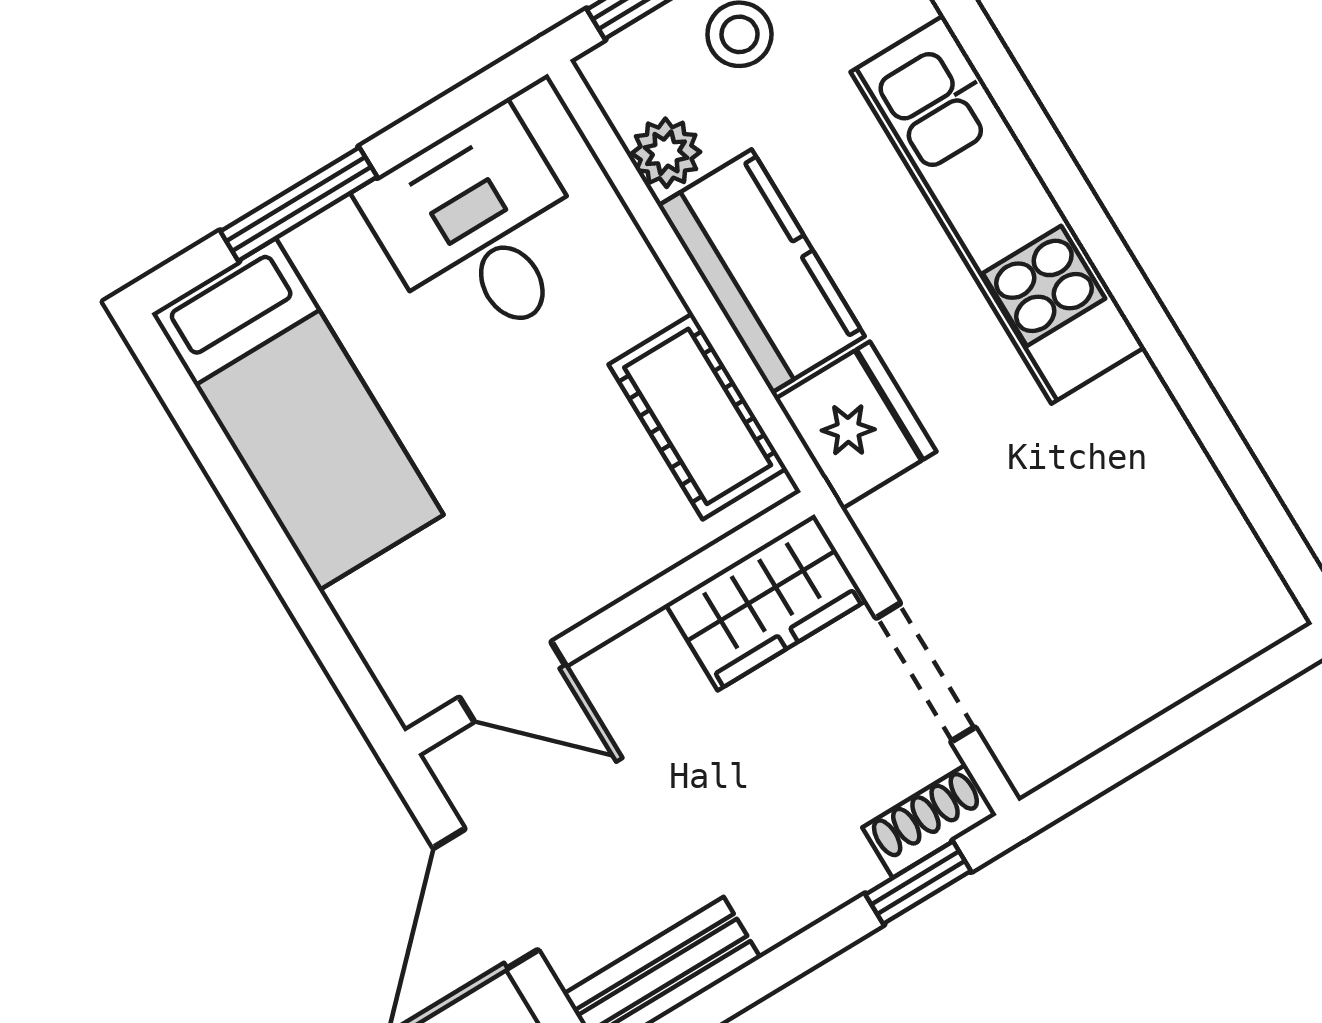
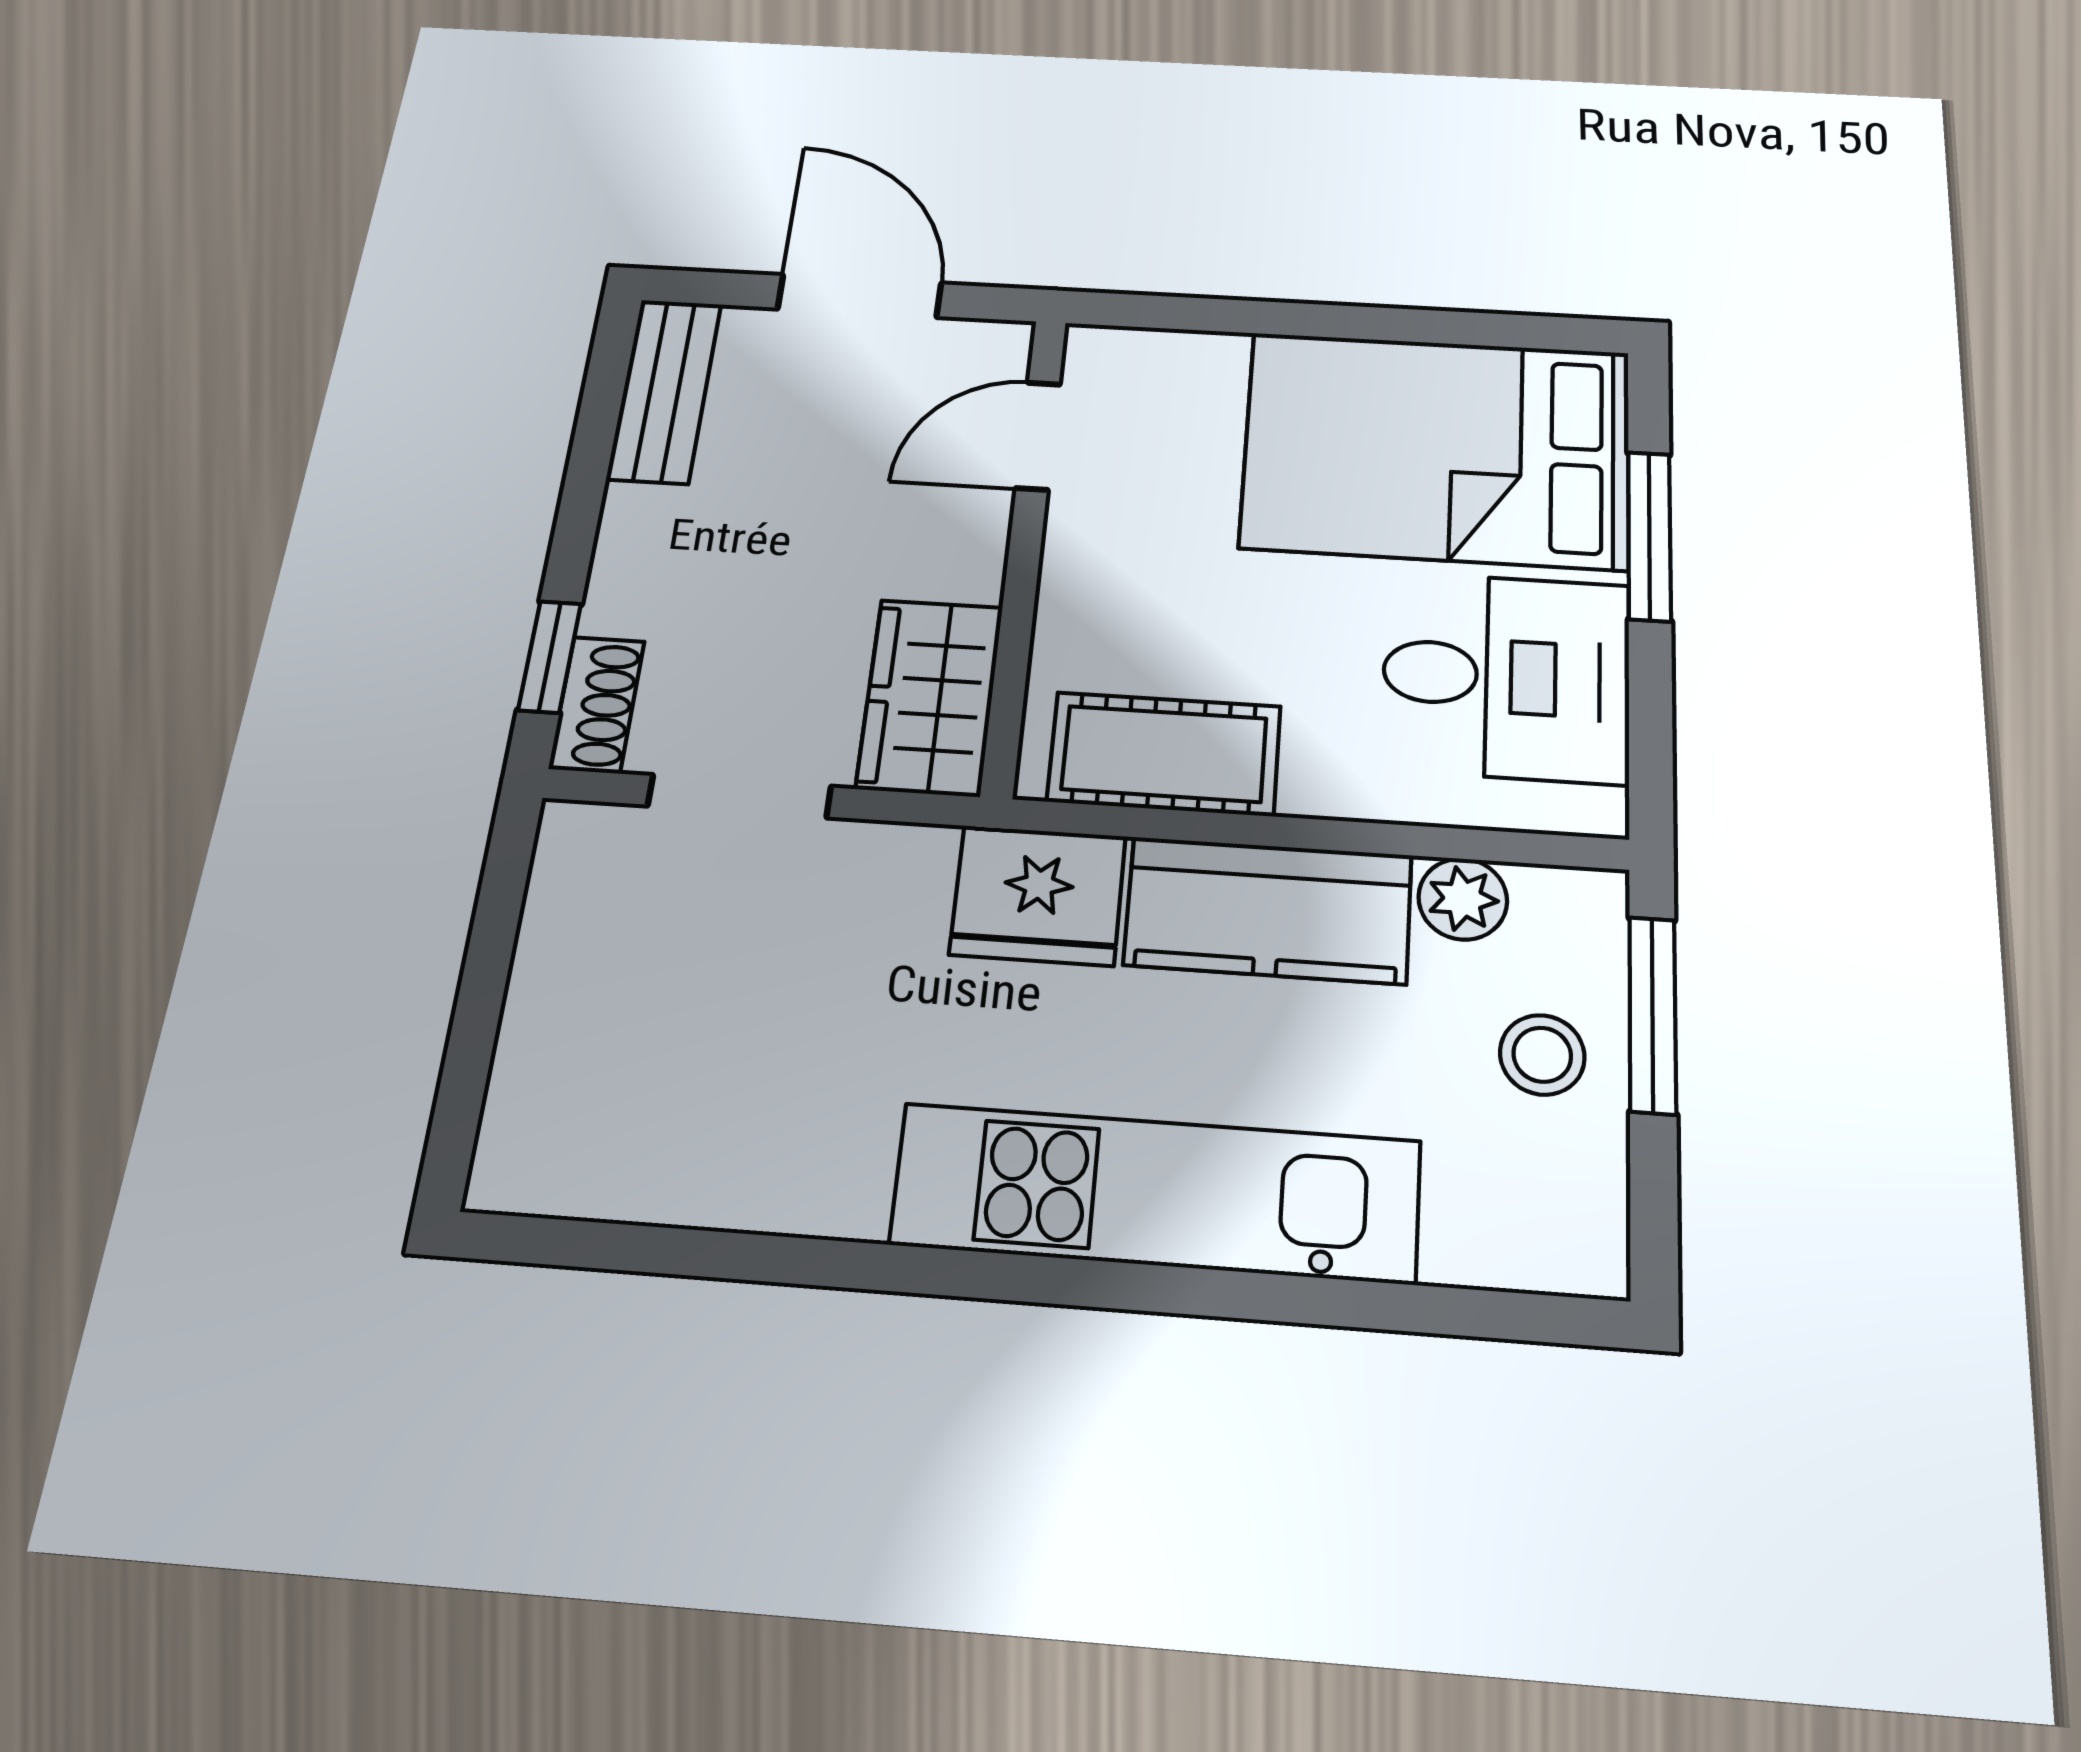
bed: (297, 414) -> (1437, 449), width x1.50

